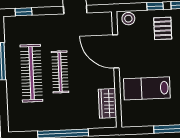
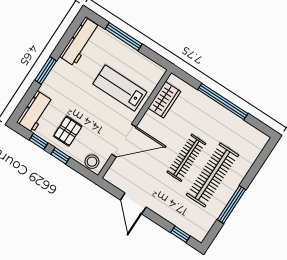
door: (116, 51) -> (124, 140), hinge flipped
lab bench: (147, 88) -> (120, 88), turned 180

